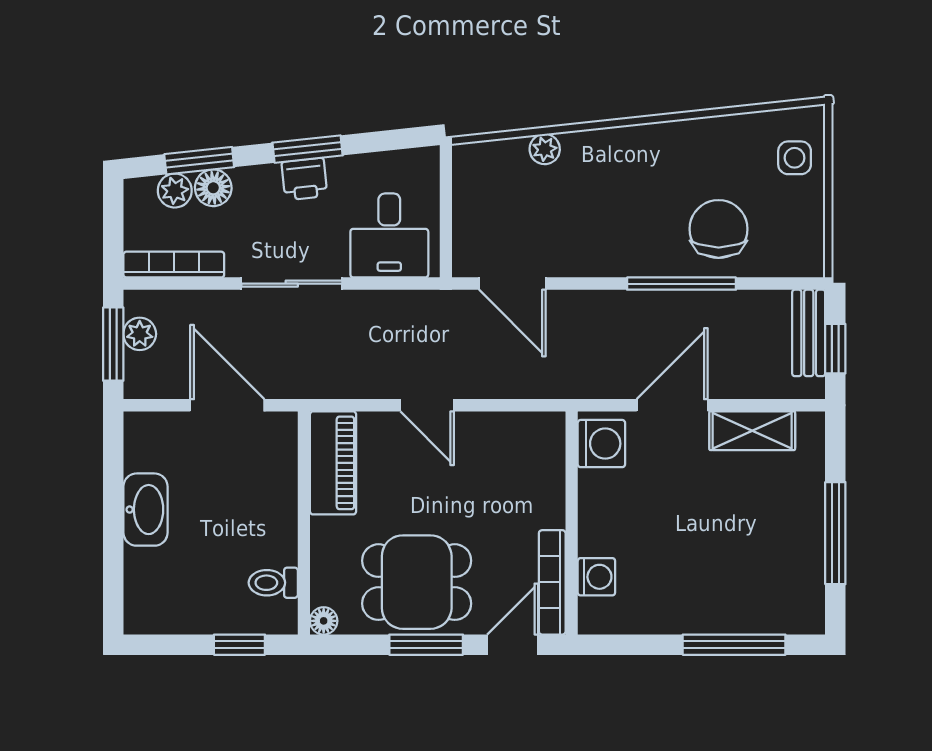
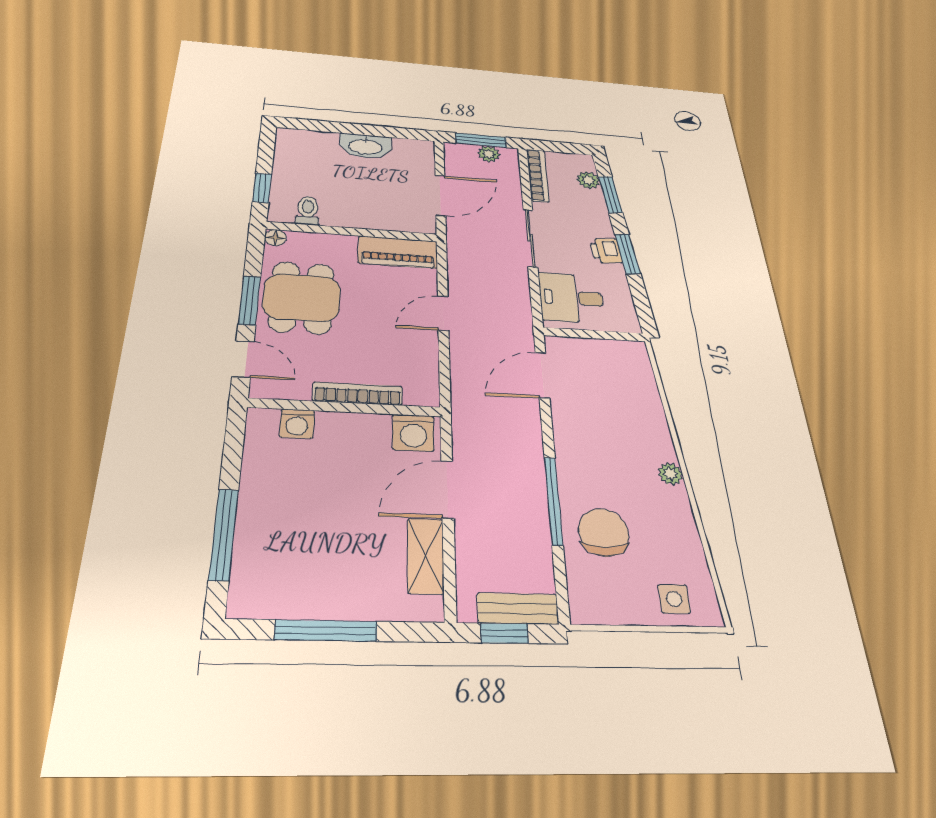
plant: (545, 149) -> (670, 474), moved
floor lamp: (213, 188) -> (593, 200), removed
chair: (719, 229) -> (604, 532), turned -90
door: (672, 405) -> (447, 489), swing flipped
bookcase: (552, 582) -> (358, 394), moved

